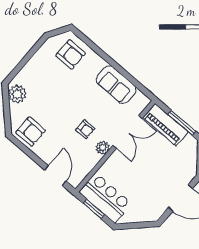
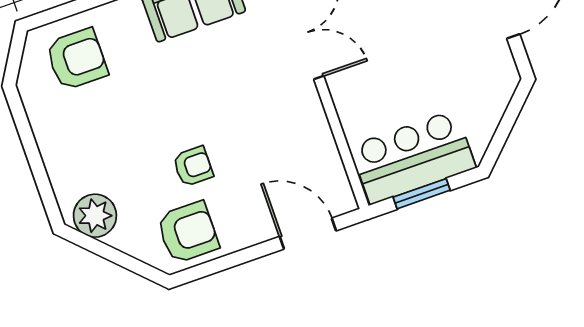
armchair: (85, 129) -> (193, 166), moved
plant: (103, 148) -> (306, 104), removed

